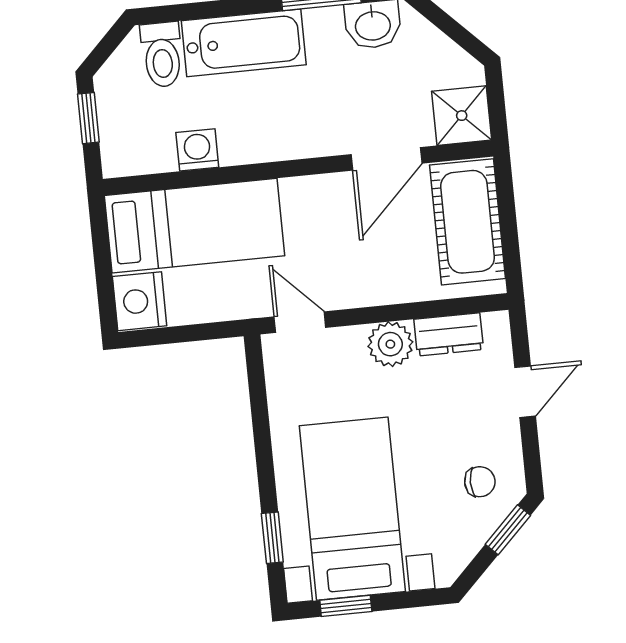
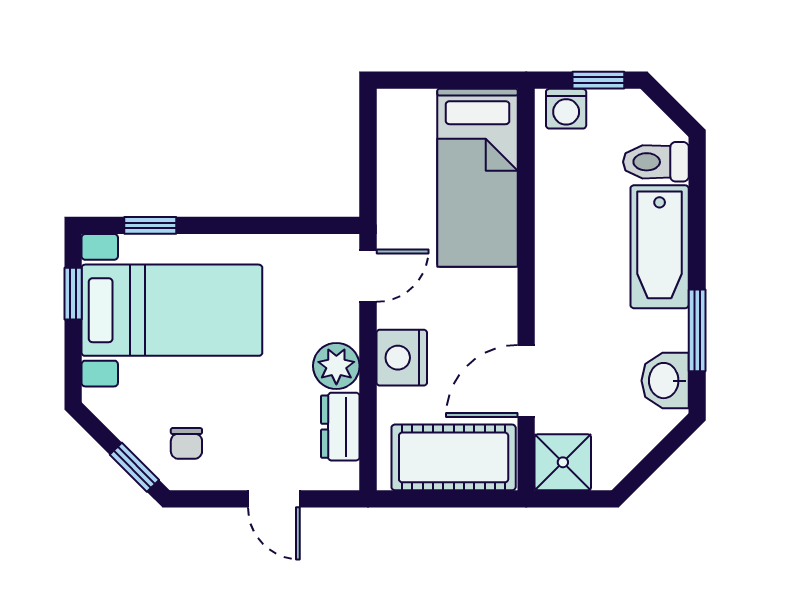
washing machine: (197, 150) -> (566, 109), moved, turned 90
door: (387, 159) -> (526, 381), hinge flipped
nightstand: (140, 301) -> (402, 358), moved, turned -90

